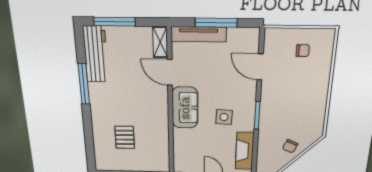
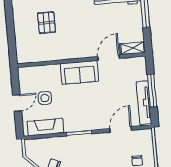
tv unit: (199, 34) -> (144, 103), moved
side table: (224, 117) -> (45, 98), moved
pallet: (125, 137) -> (47, 23), turned 90

